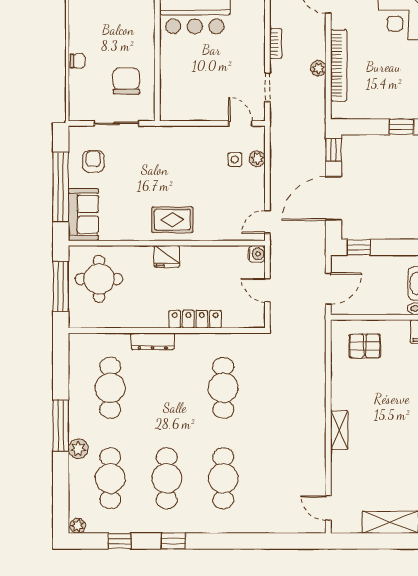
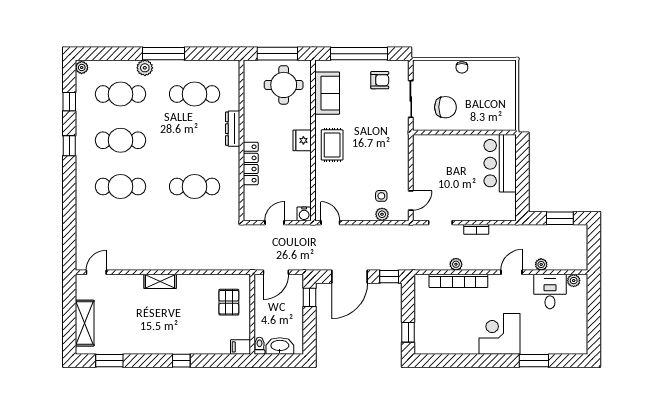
door: (334, 198) -> (350, 277), swing flipped
sofa: (83, 214) -> (327, 93), moved, turned -90
door: (328, 289) -> (276, 272), hinge flipped

